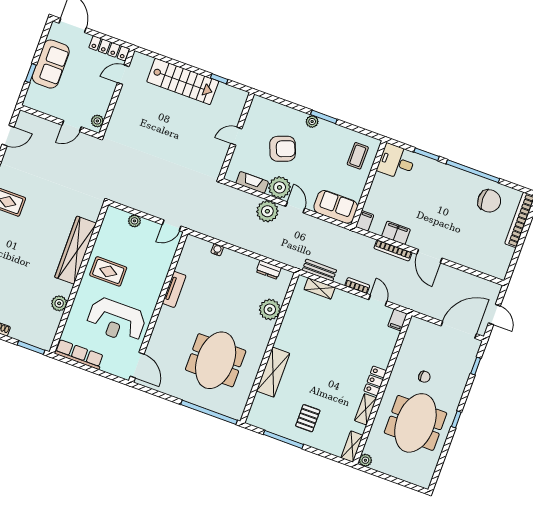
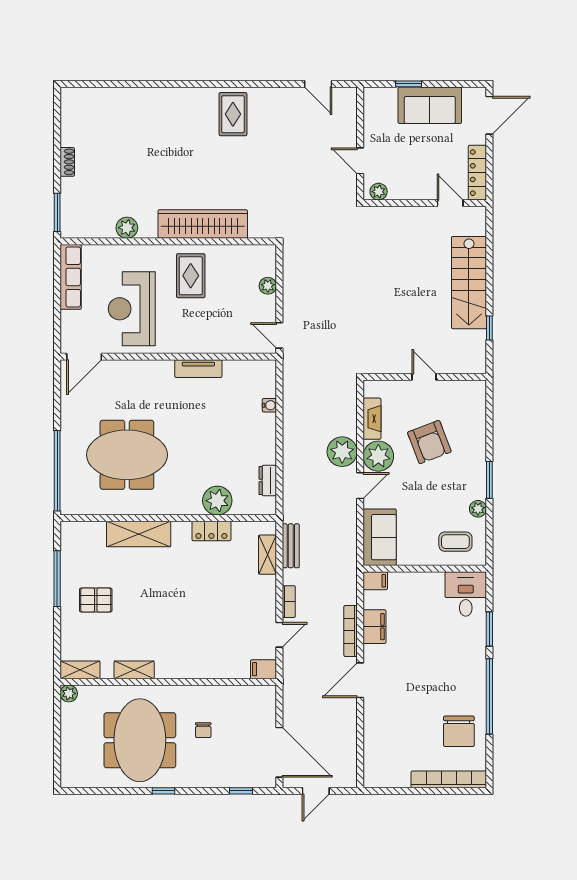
plant: (312, 122) -> (478, 509), moved
locker: (375, 381) -> (211, 531), moved, turned 180
meeting table: (415, 423) -> (140, 740), turned 90

